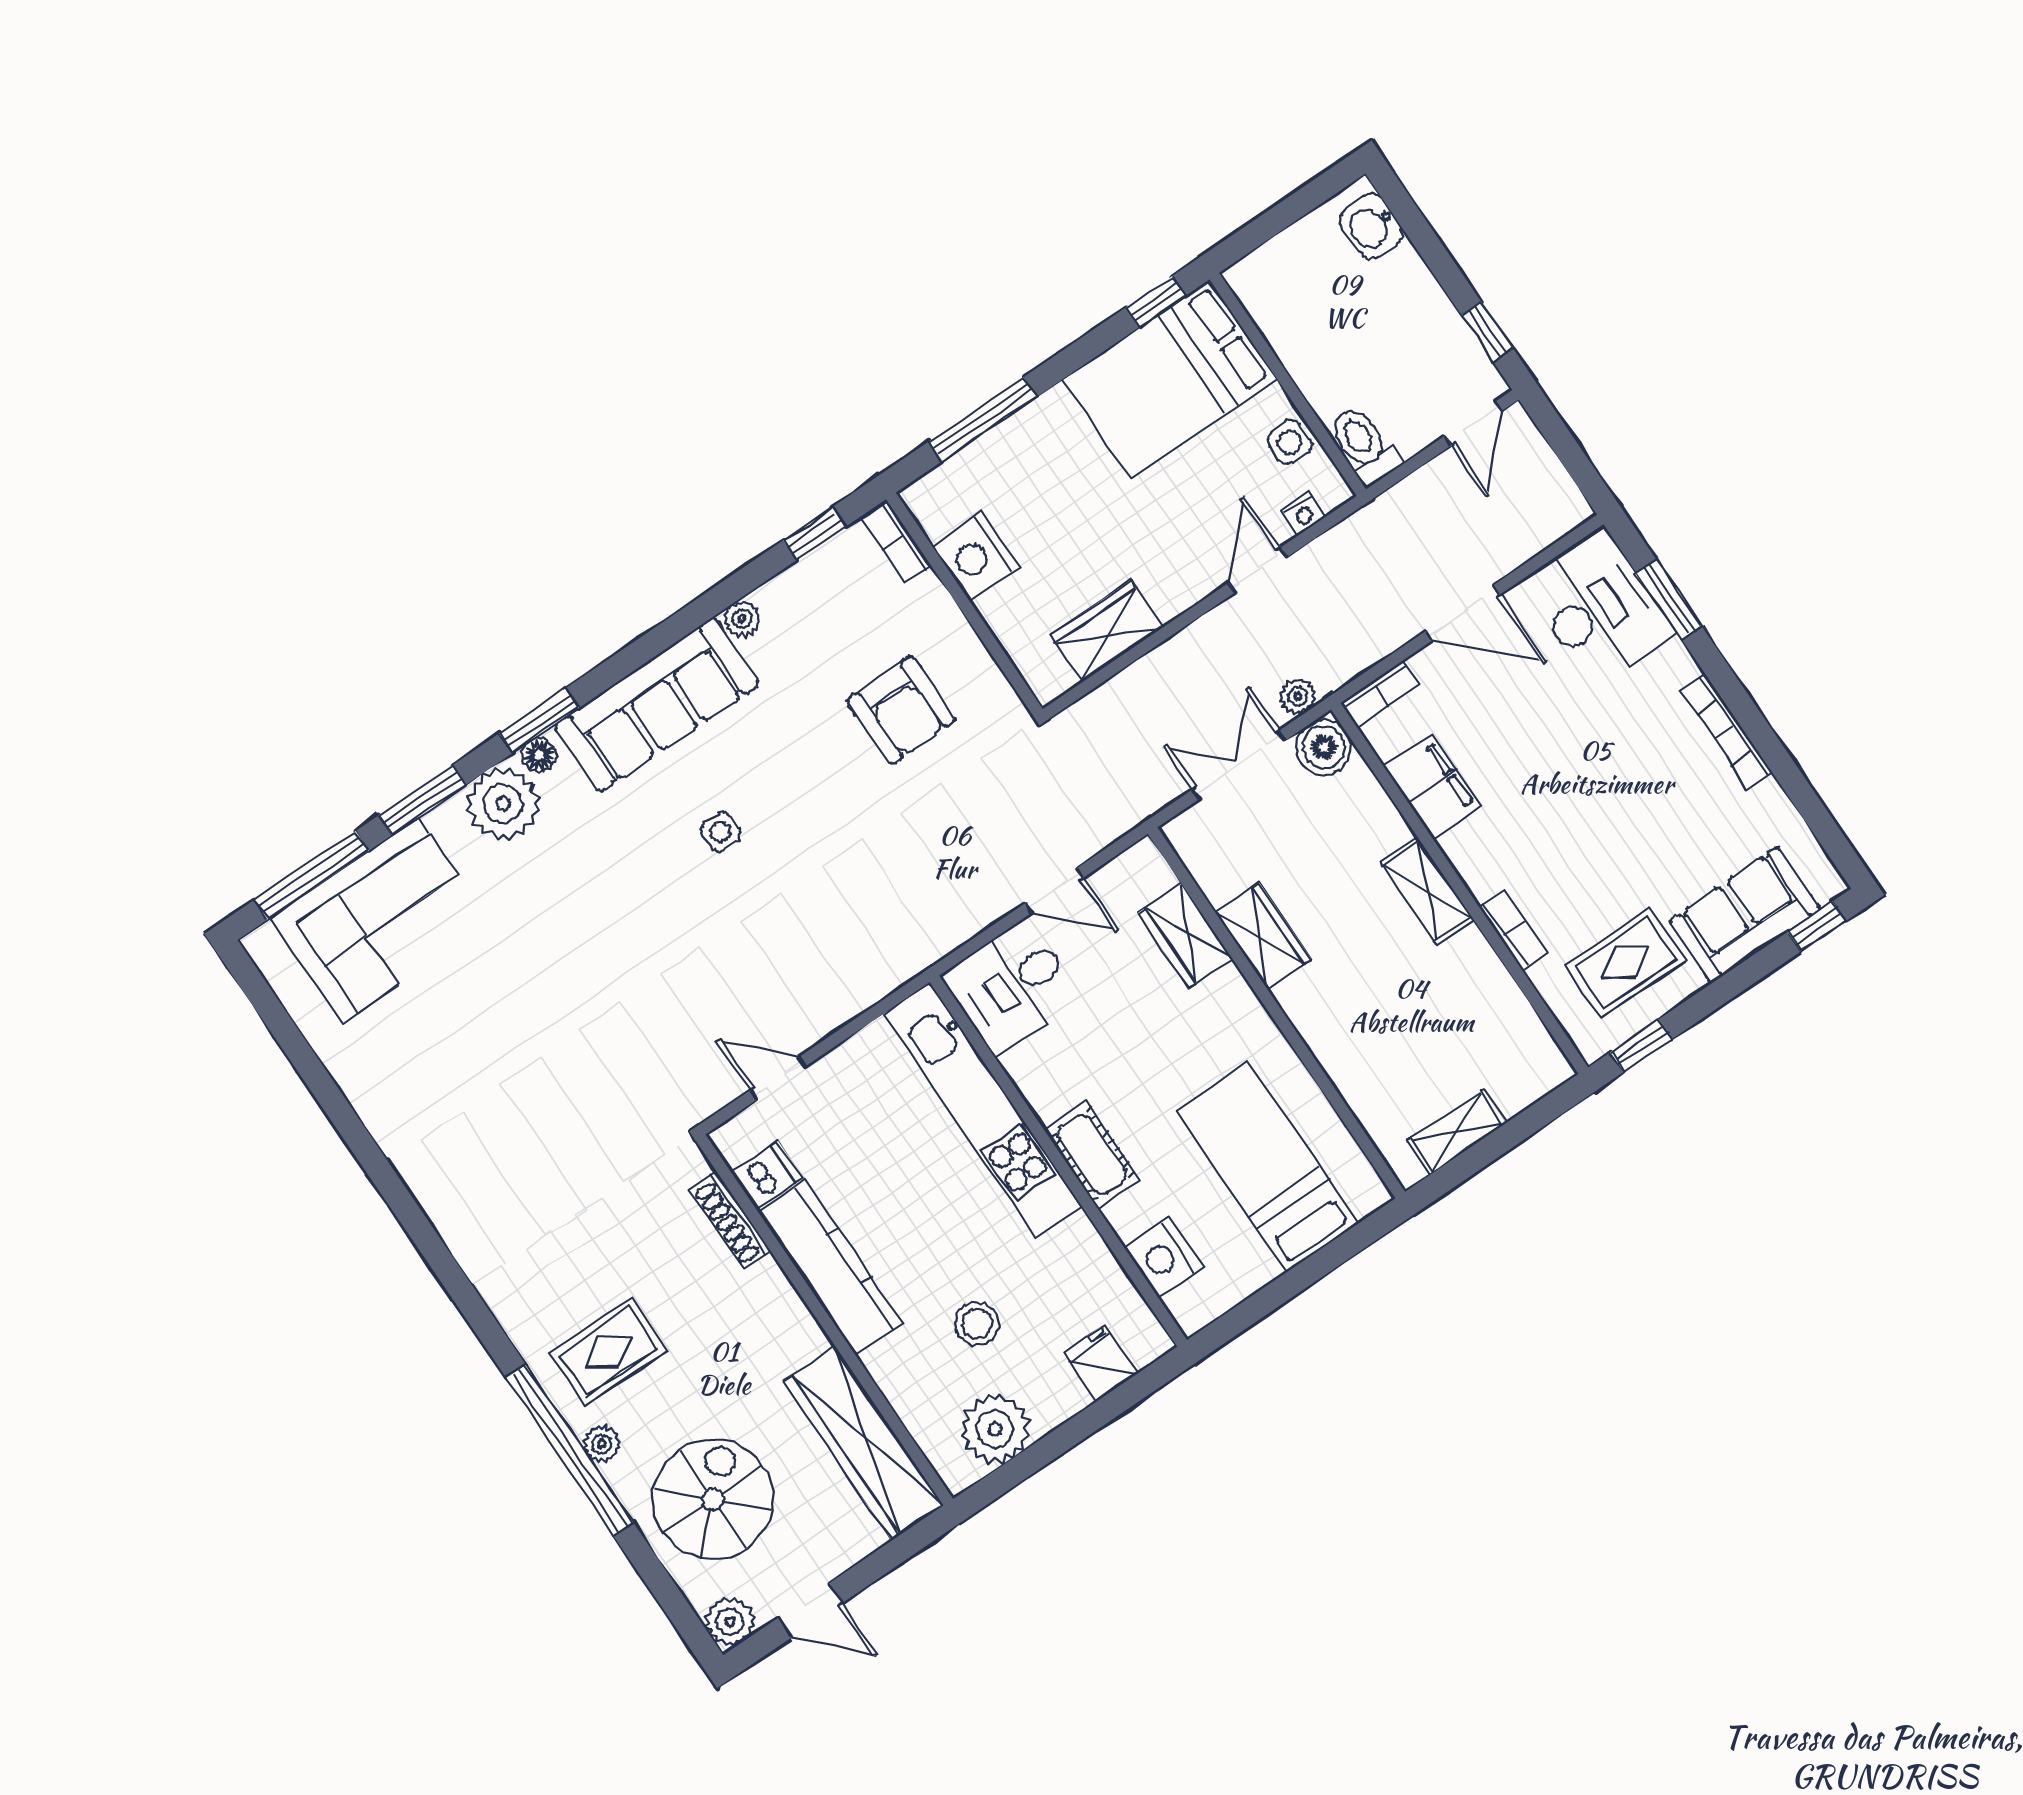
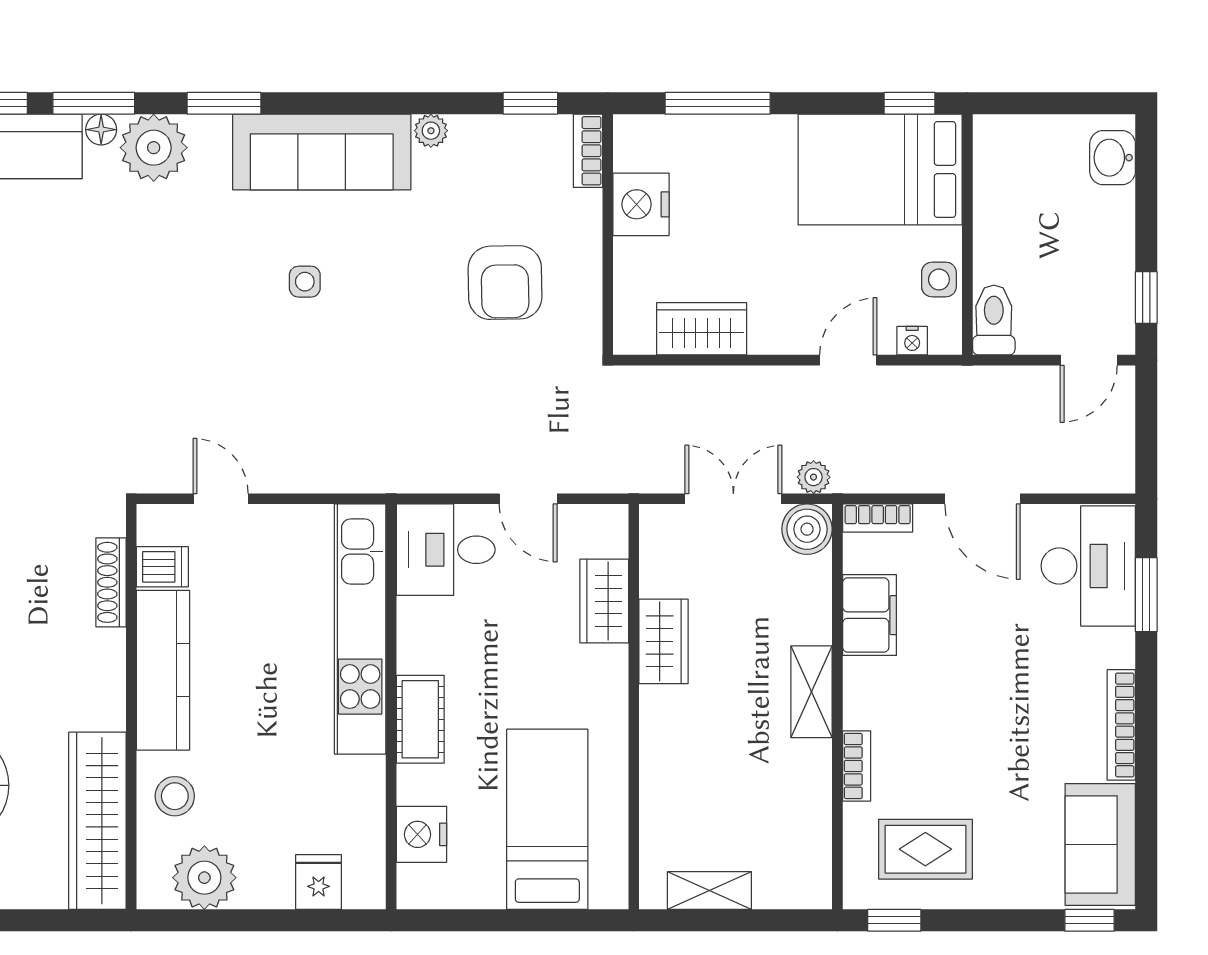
floor lamp: (539, 755) -> (101, 130), moved
sofa: (1745, 915) -> (1100, 845), moved, turned -90
stool: (977, 1324) -> (175, 796), moved

